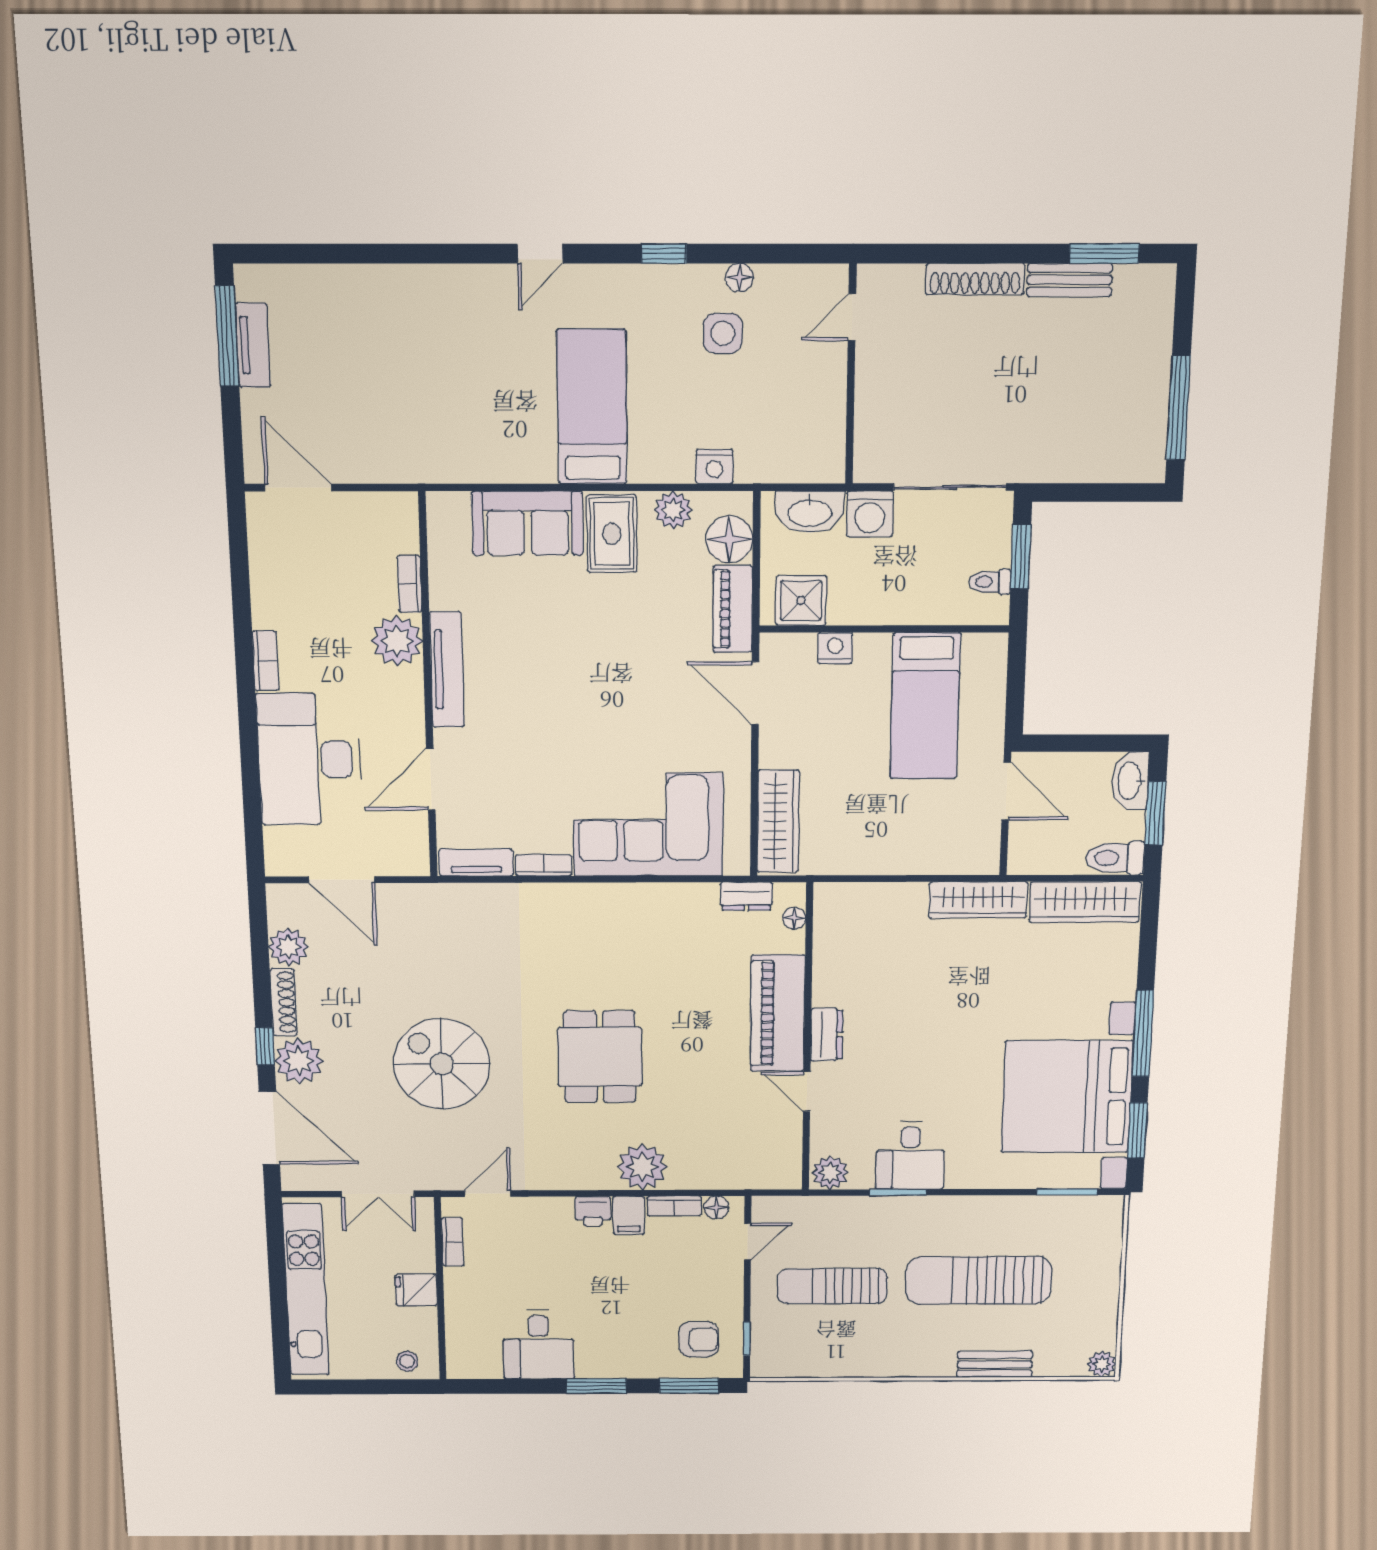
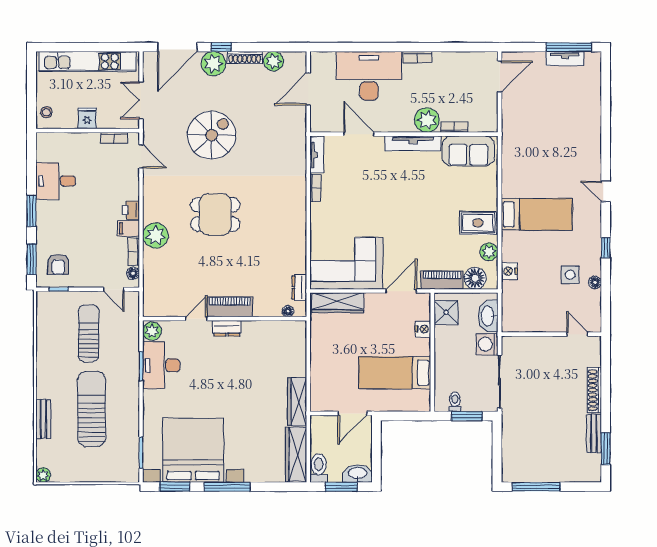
sofa: (527, 523) -> (468, 151), moved, turned -90
corner sofa: (648, 825) -> (346, 263), moved, turned -90
piano: (778, 1013) -> (230, 307), width x0.73, depth x0.75
desk: (910, 1156) -> (161, 365), width x1.37

